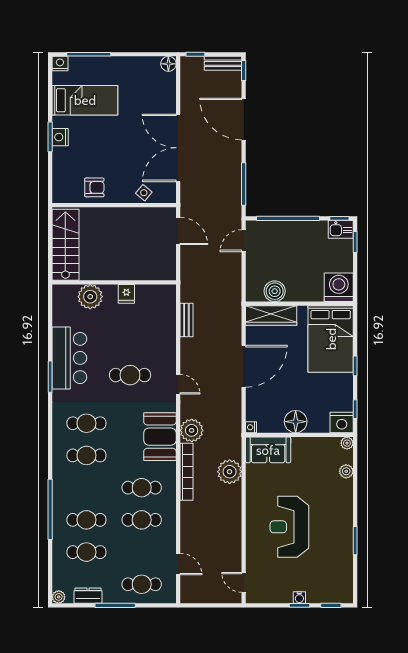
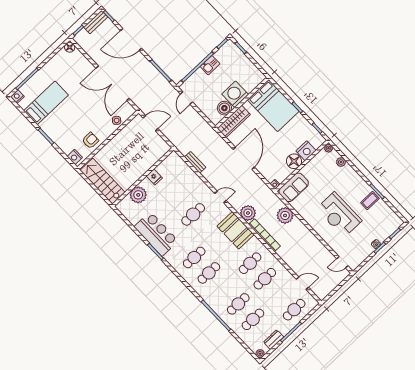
nightstand: (60, 137) -> (75, 157), moved
kitchen sink: (341, 229) -> (210, 65), moved
washing machine: (339, 287) -> (235, 94), moved
nightstand: (342, 423) -> (306, 151), moved
coffee table: (338, 544) -> (370, 201), added

